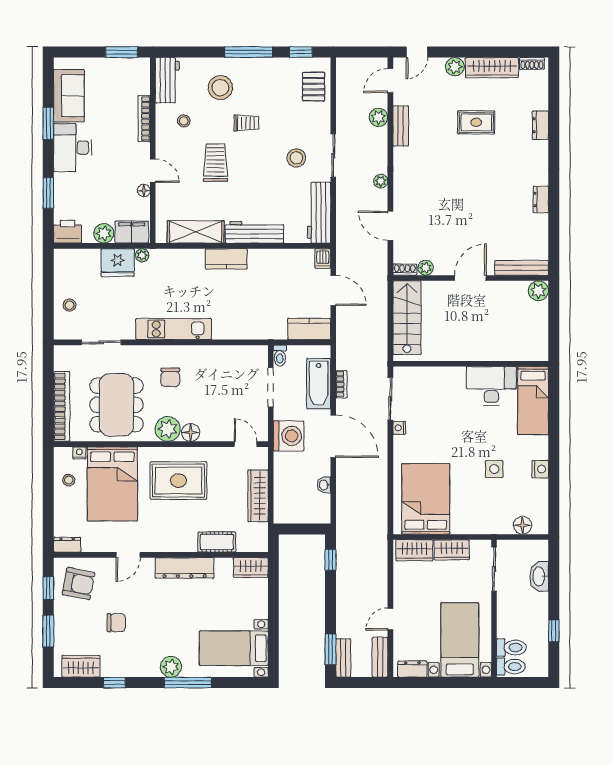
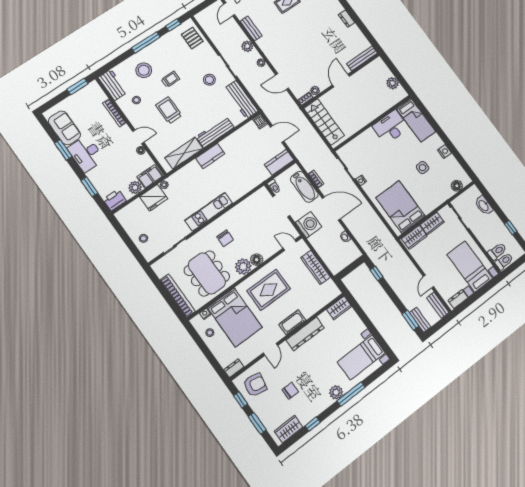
plant: (378, 117) -> (247, 46), moved
plant: (538, 291) -> (393, 83), moved
cot: (217, 542) -> (292, 322), moved

